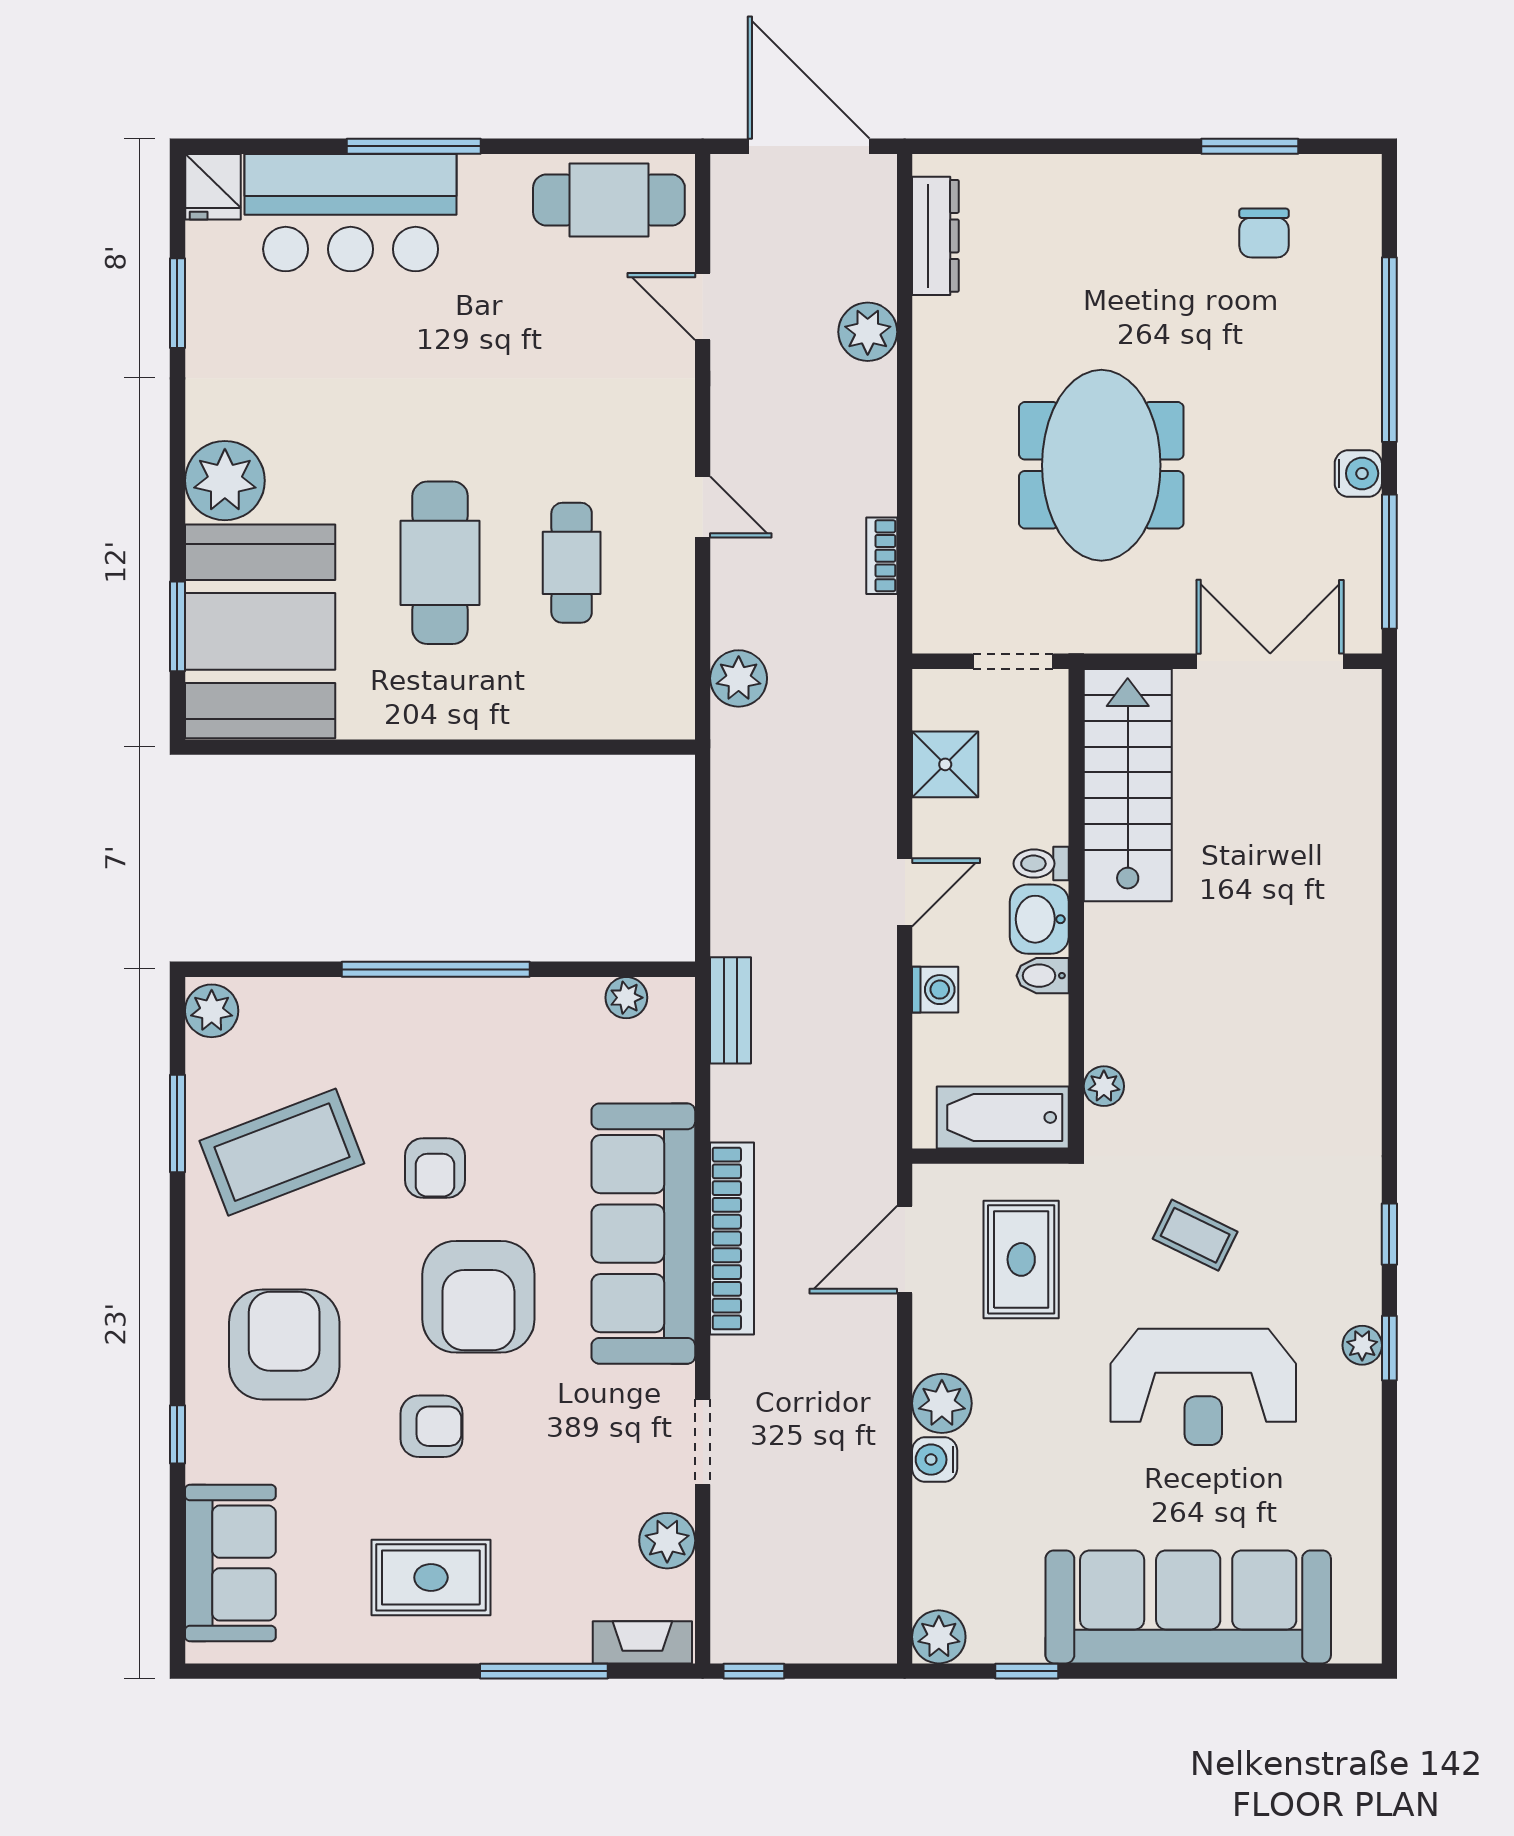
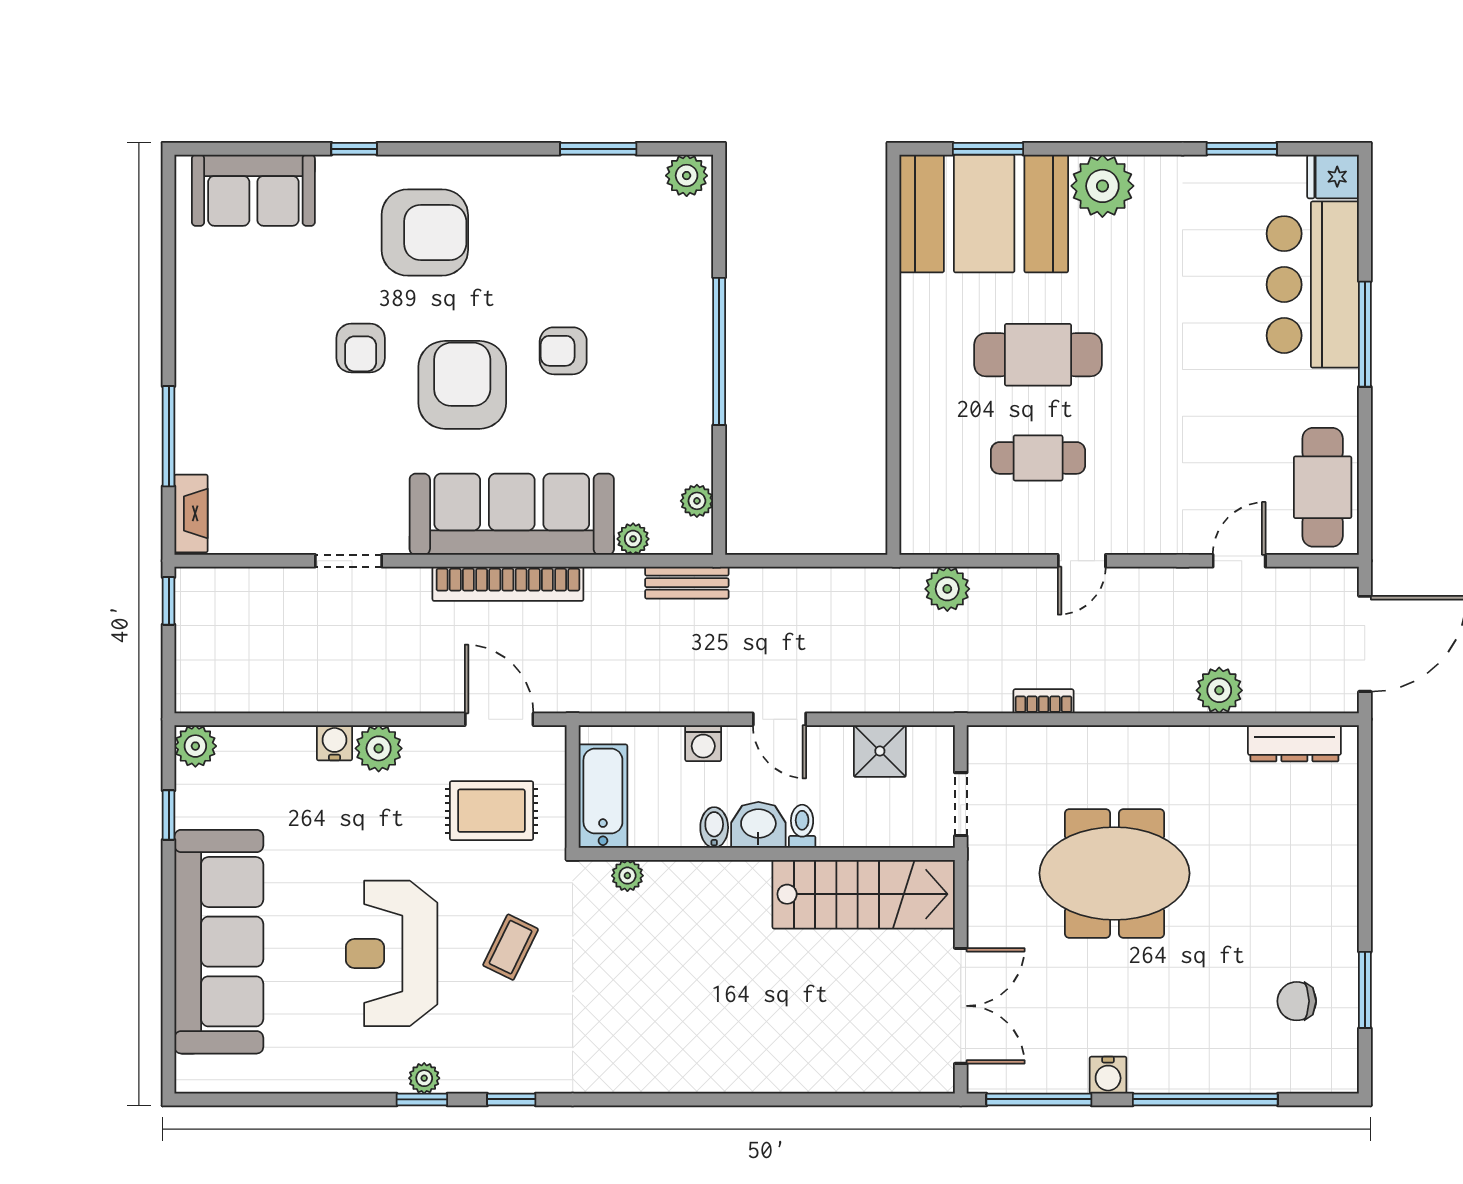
coffee table: (282, 1152) -> (576, 231), removed
armchair: (478, 1297) -> (462, 385), turned 90
plant: (667, 1541) -> (633, 539), moved, width x0.73, depth x0.73
rug: (431, 1577) -> (242, 348), removed

